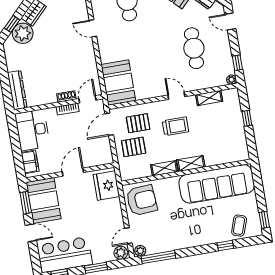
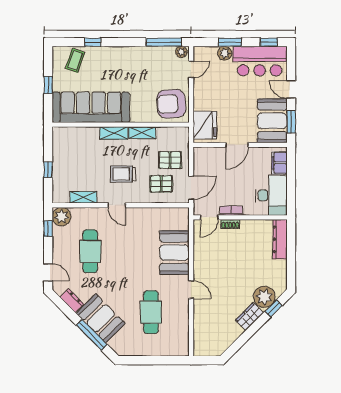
plant: (231, 80) -> (62, 217), width x1.88, depth x1.88
booth: (118, 83) -> (174, 253), moved
window: (264, 220) -> (48, 85), moved
plant: (121, 253) -> (225, 53), moved

